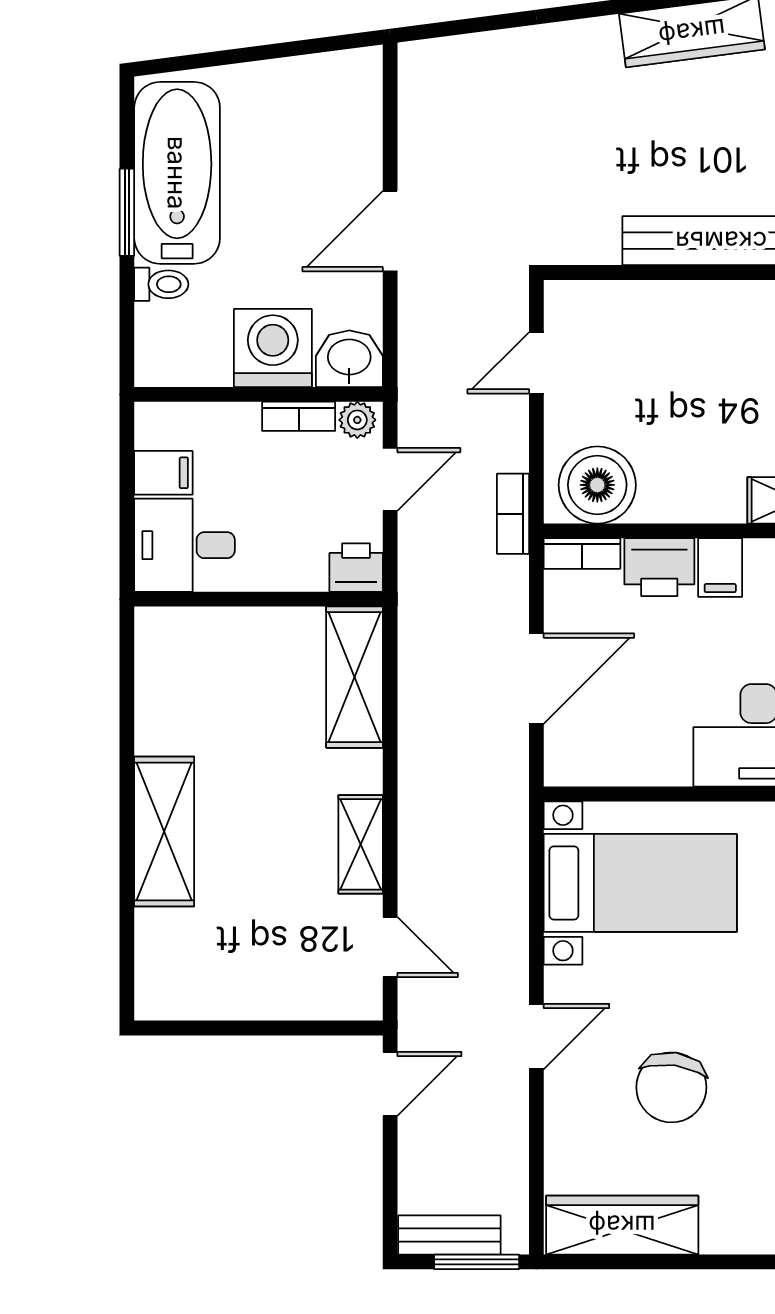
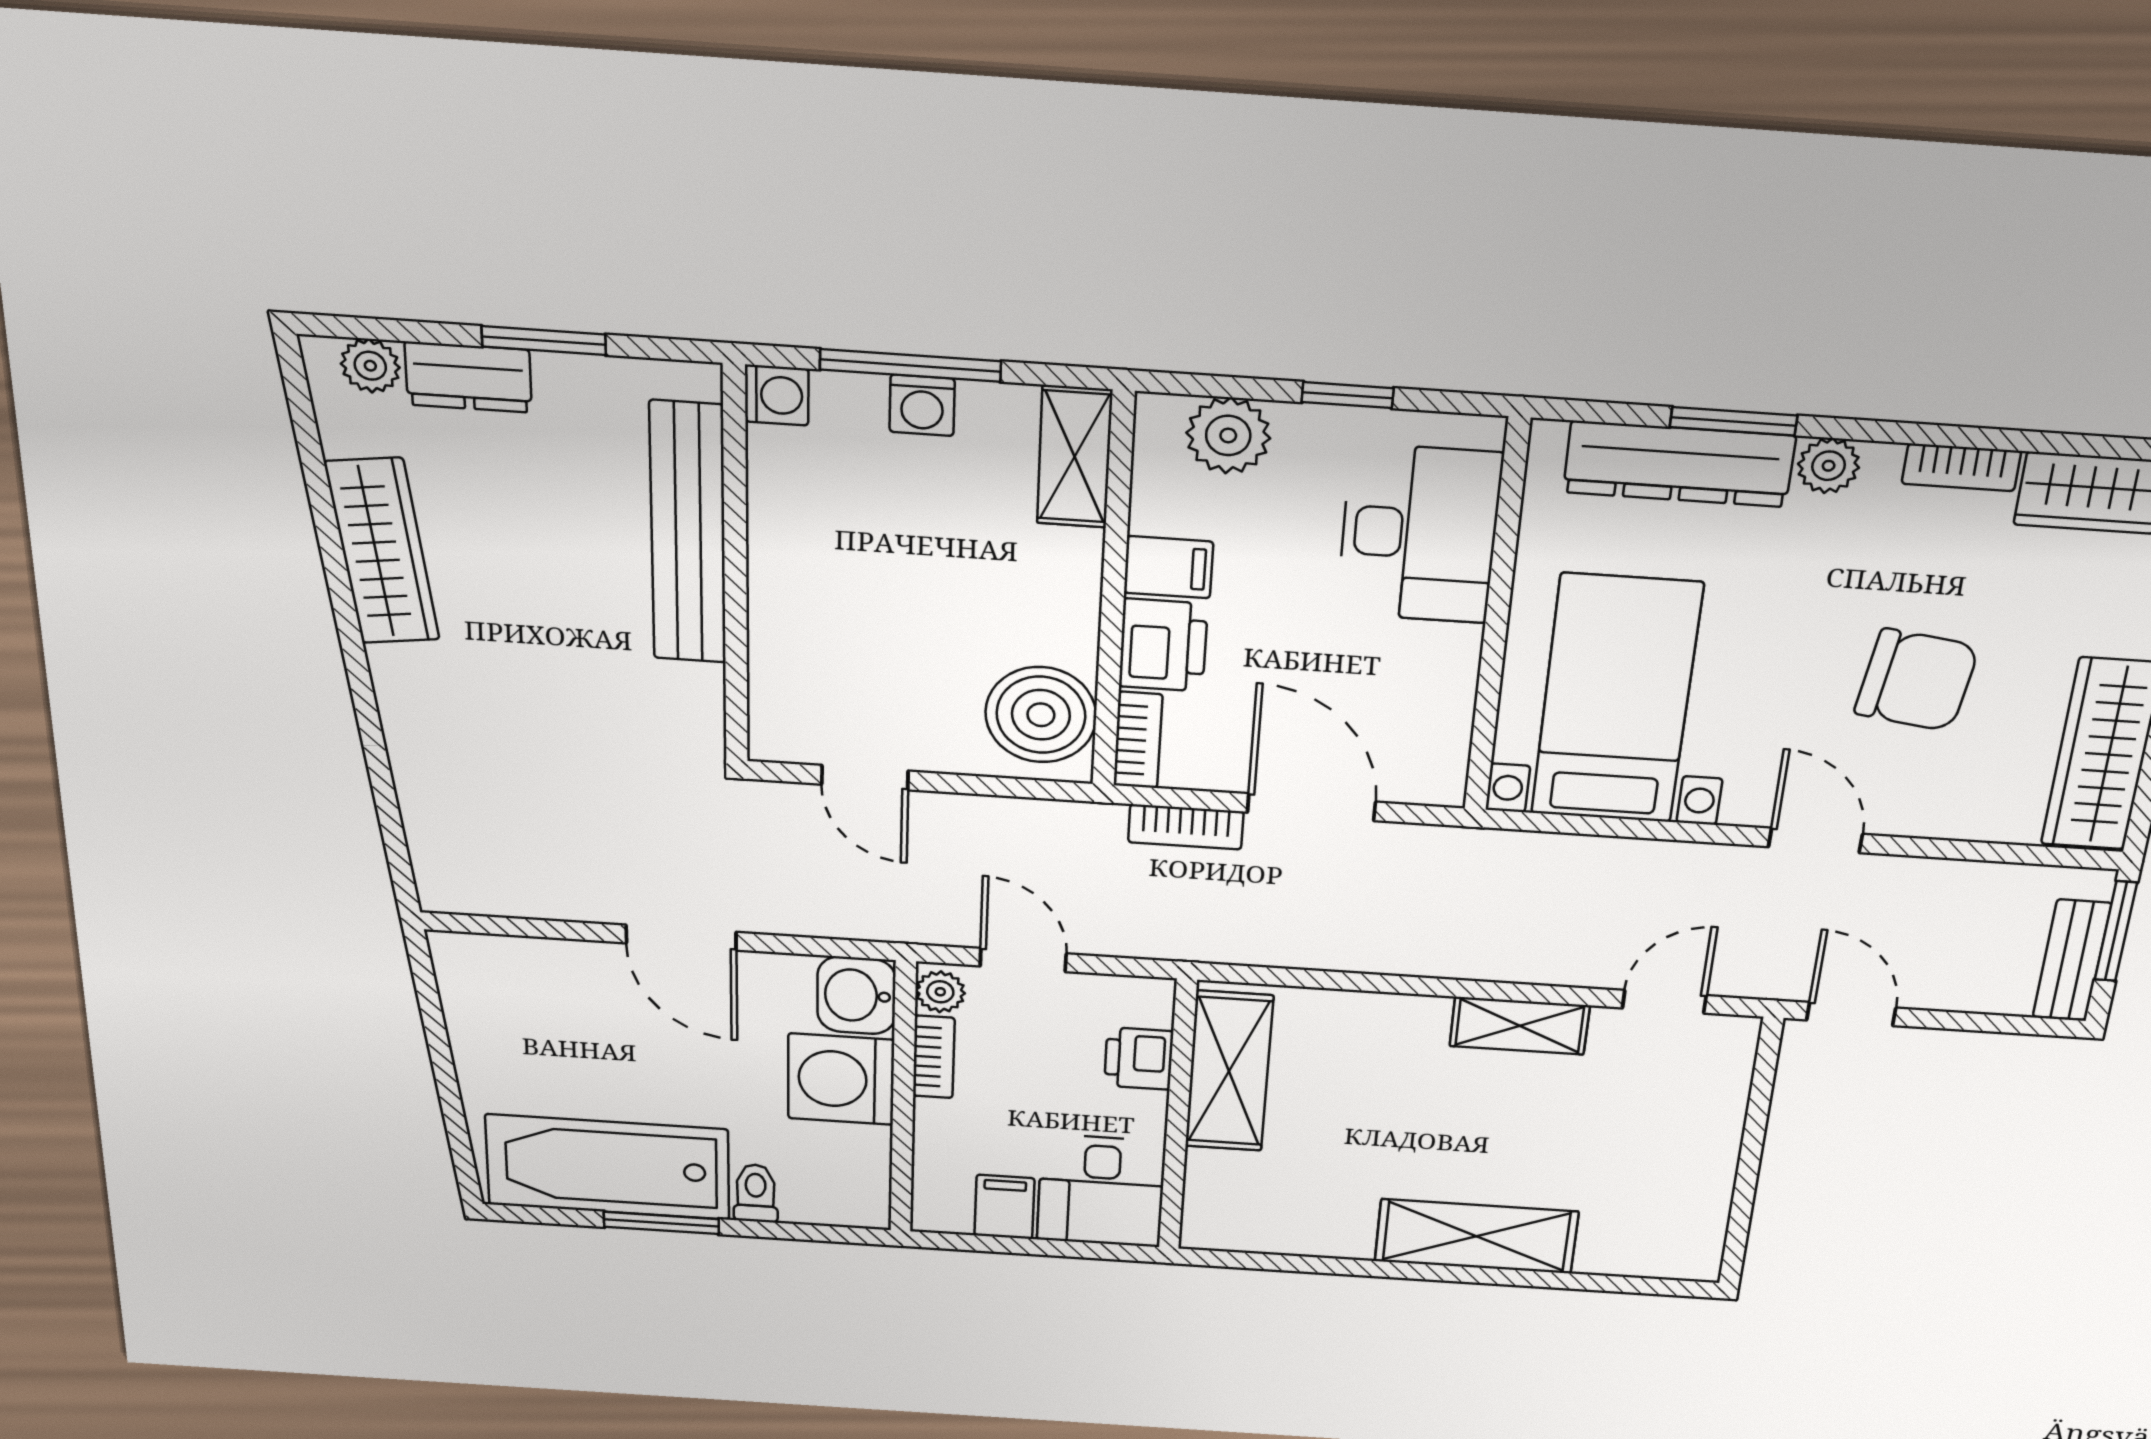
bookcase: (513, 514) -> (1186, 827), moved
printer: (356, 568) -> (1139, 1059), moved
shelving: (355, 677) -> (1229, 1071), moved, turned 90

